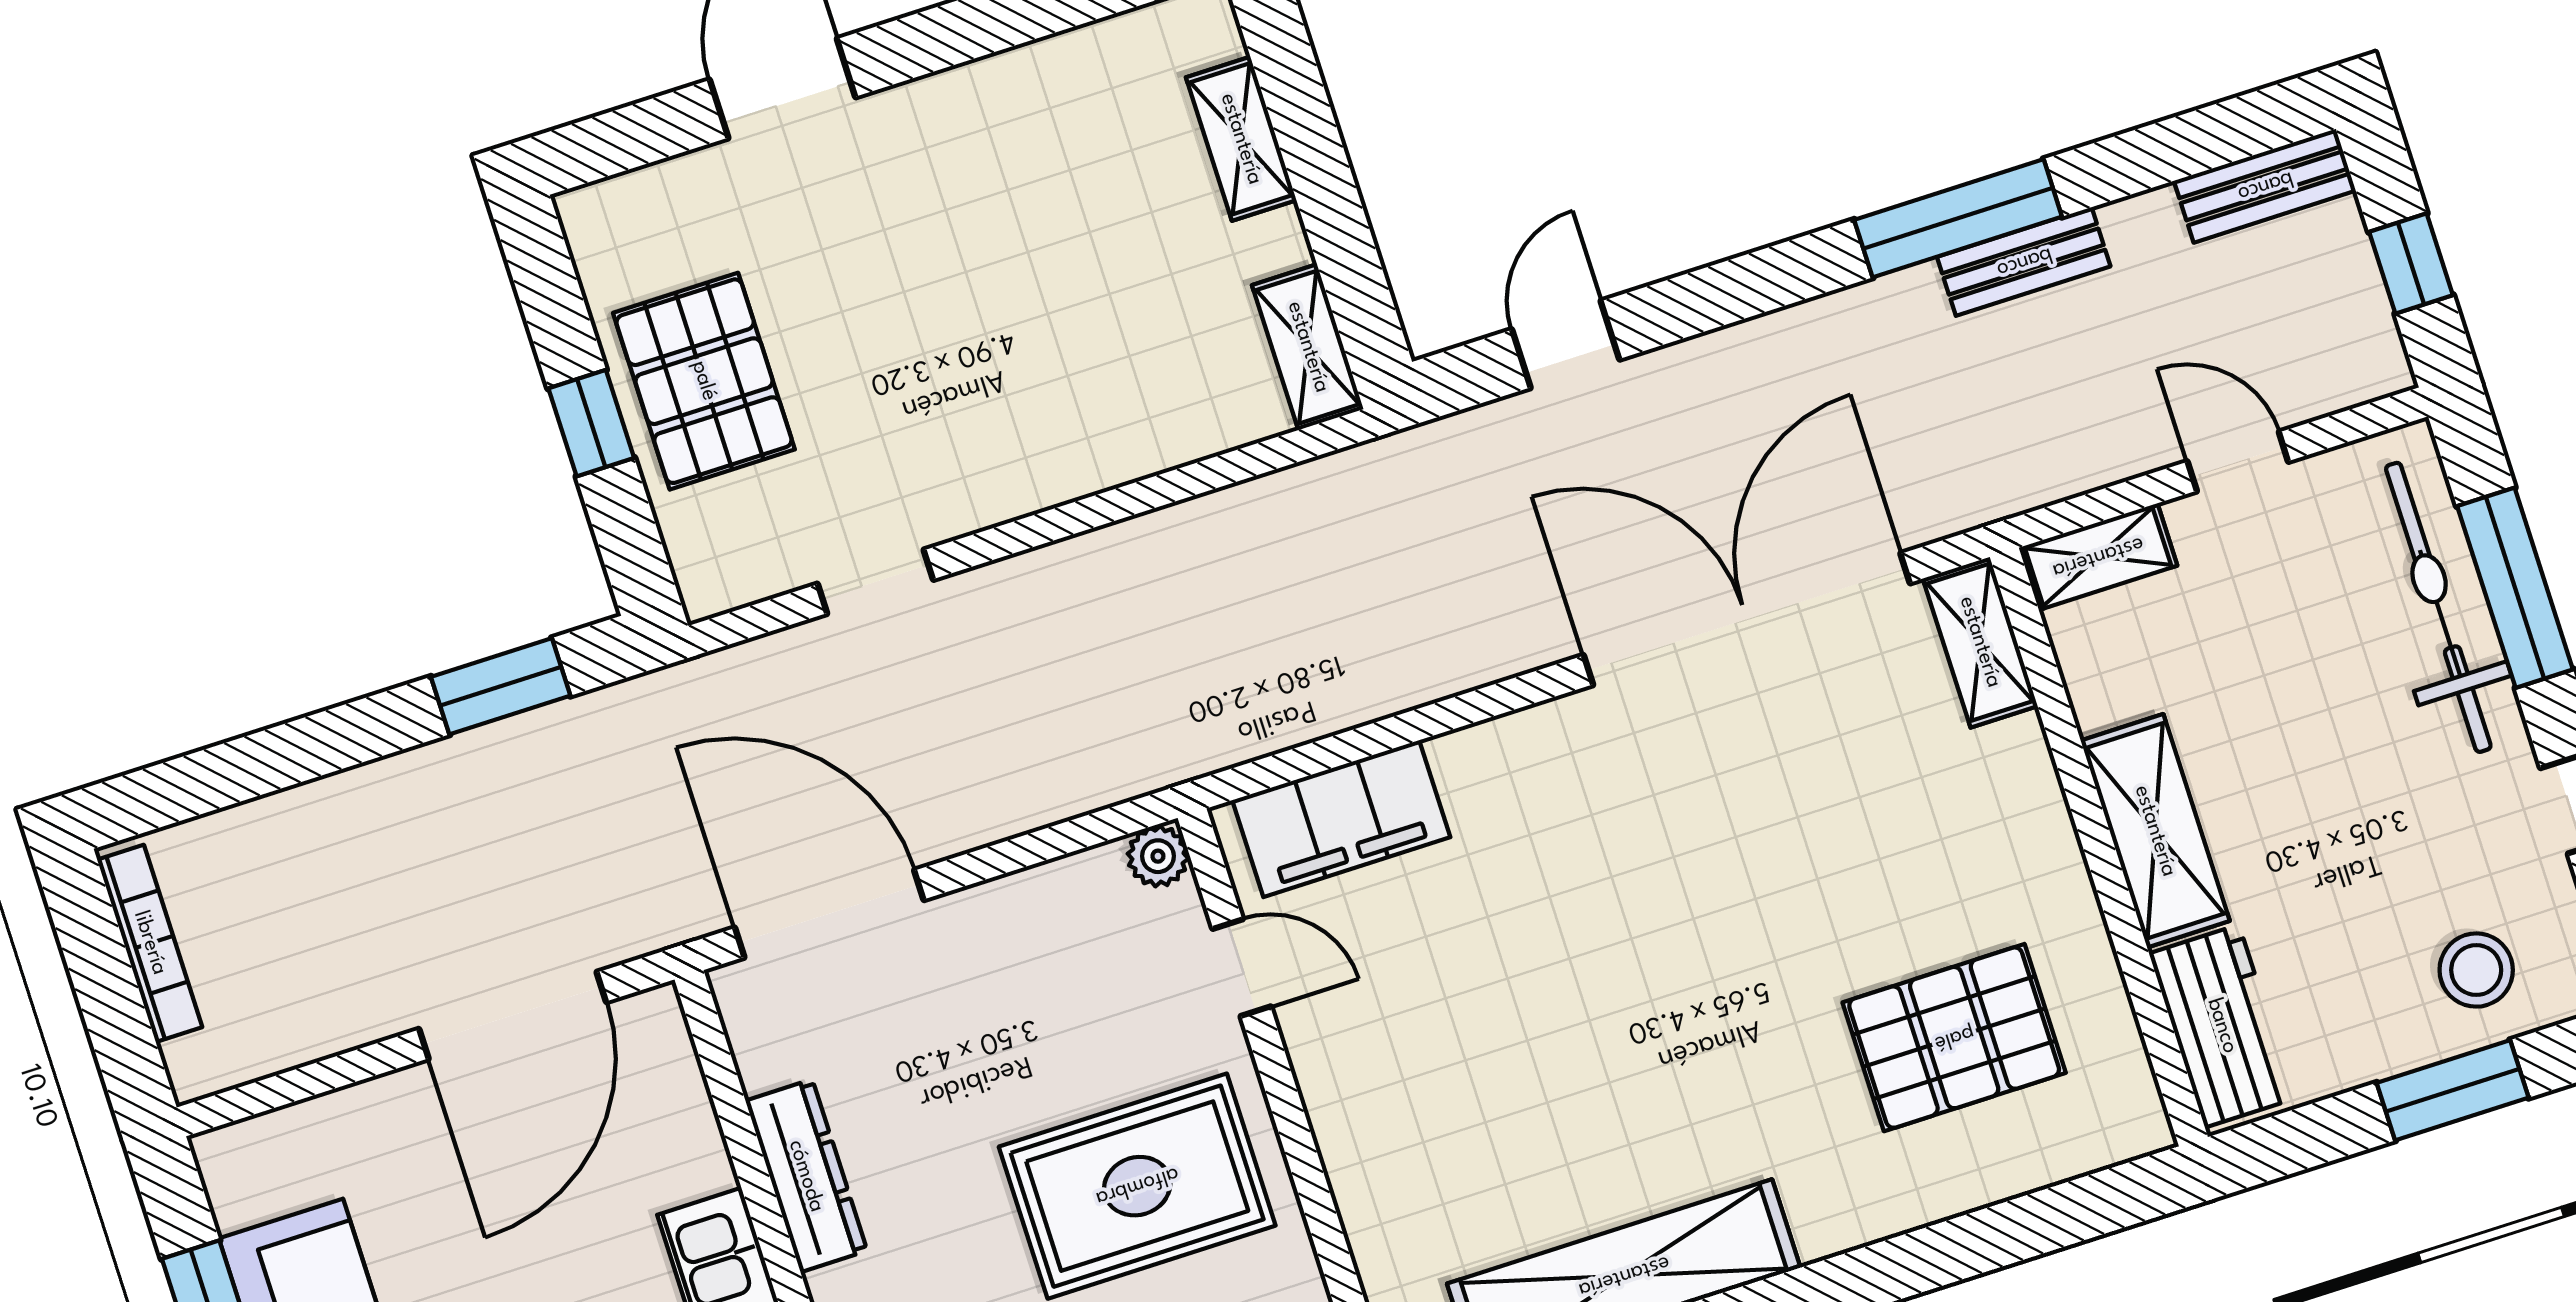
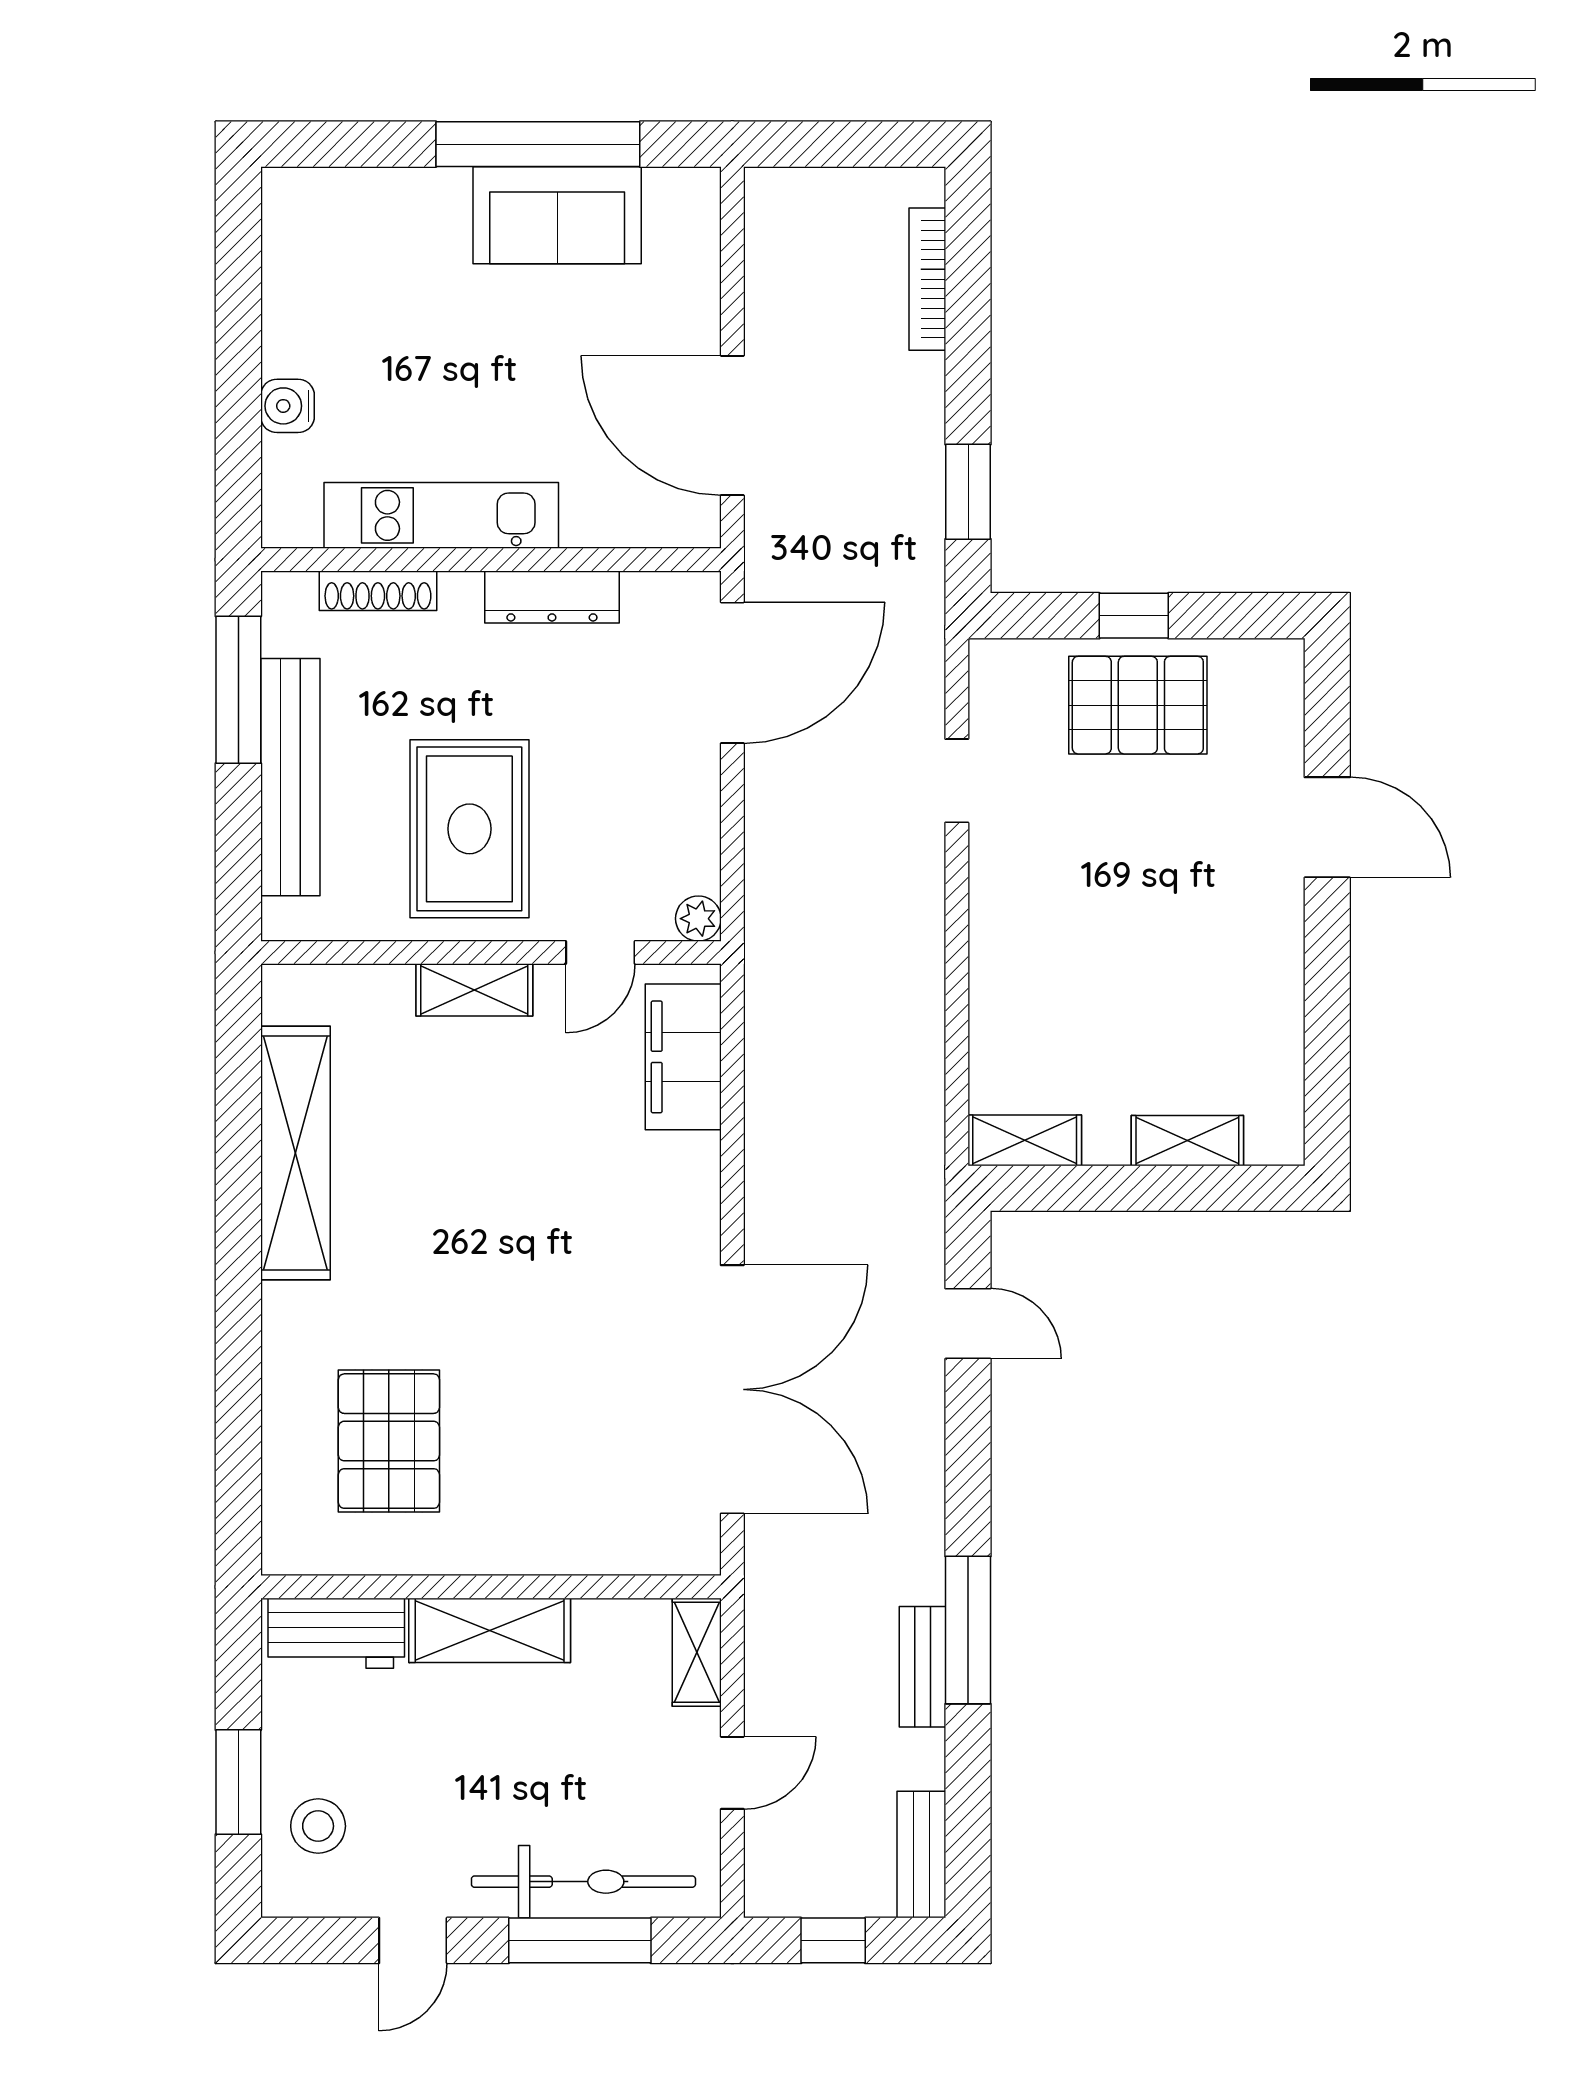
shelving: (1980, 642) -> (474, 990), moved
bookcase: (150, 943) -> (927, 279), moved, turned 90

